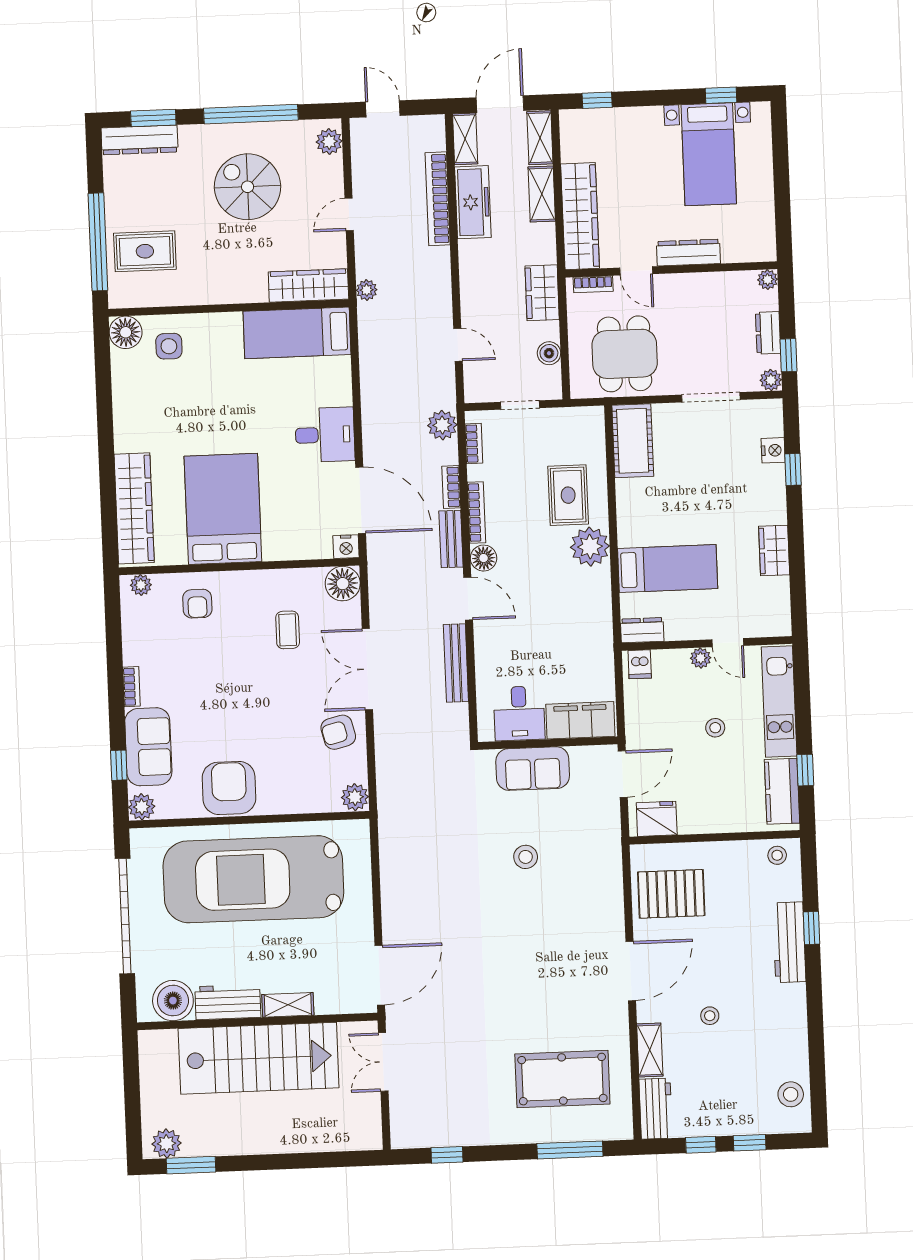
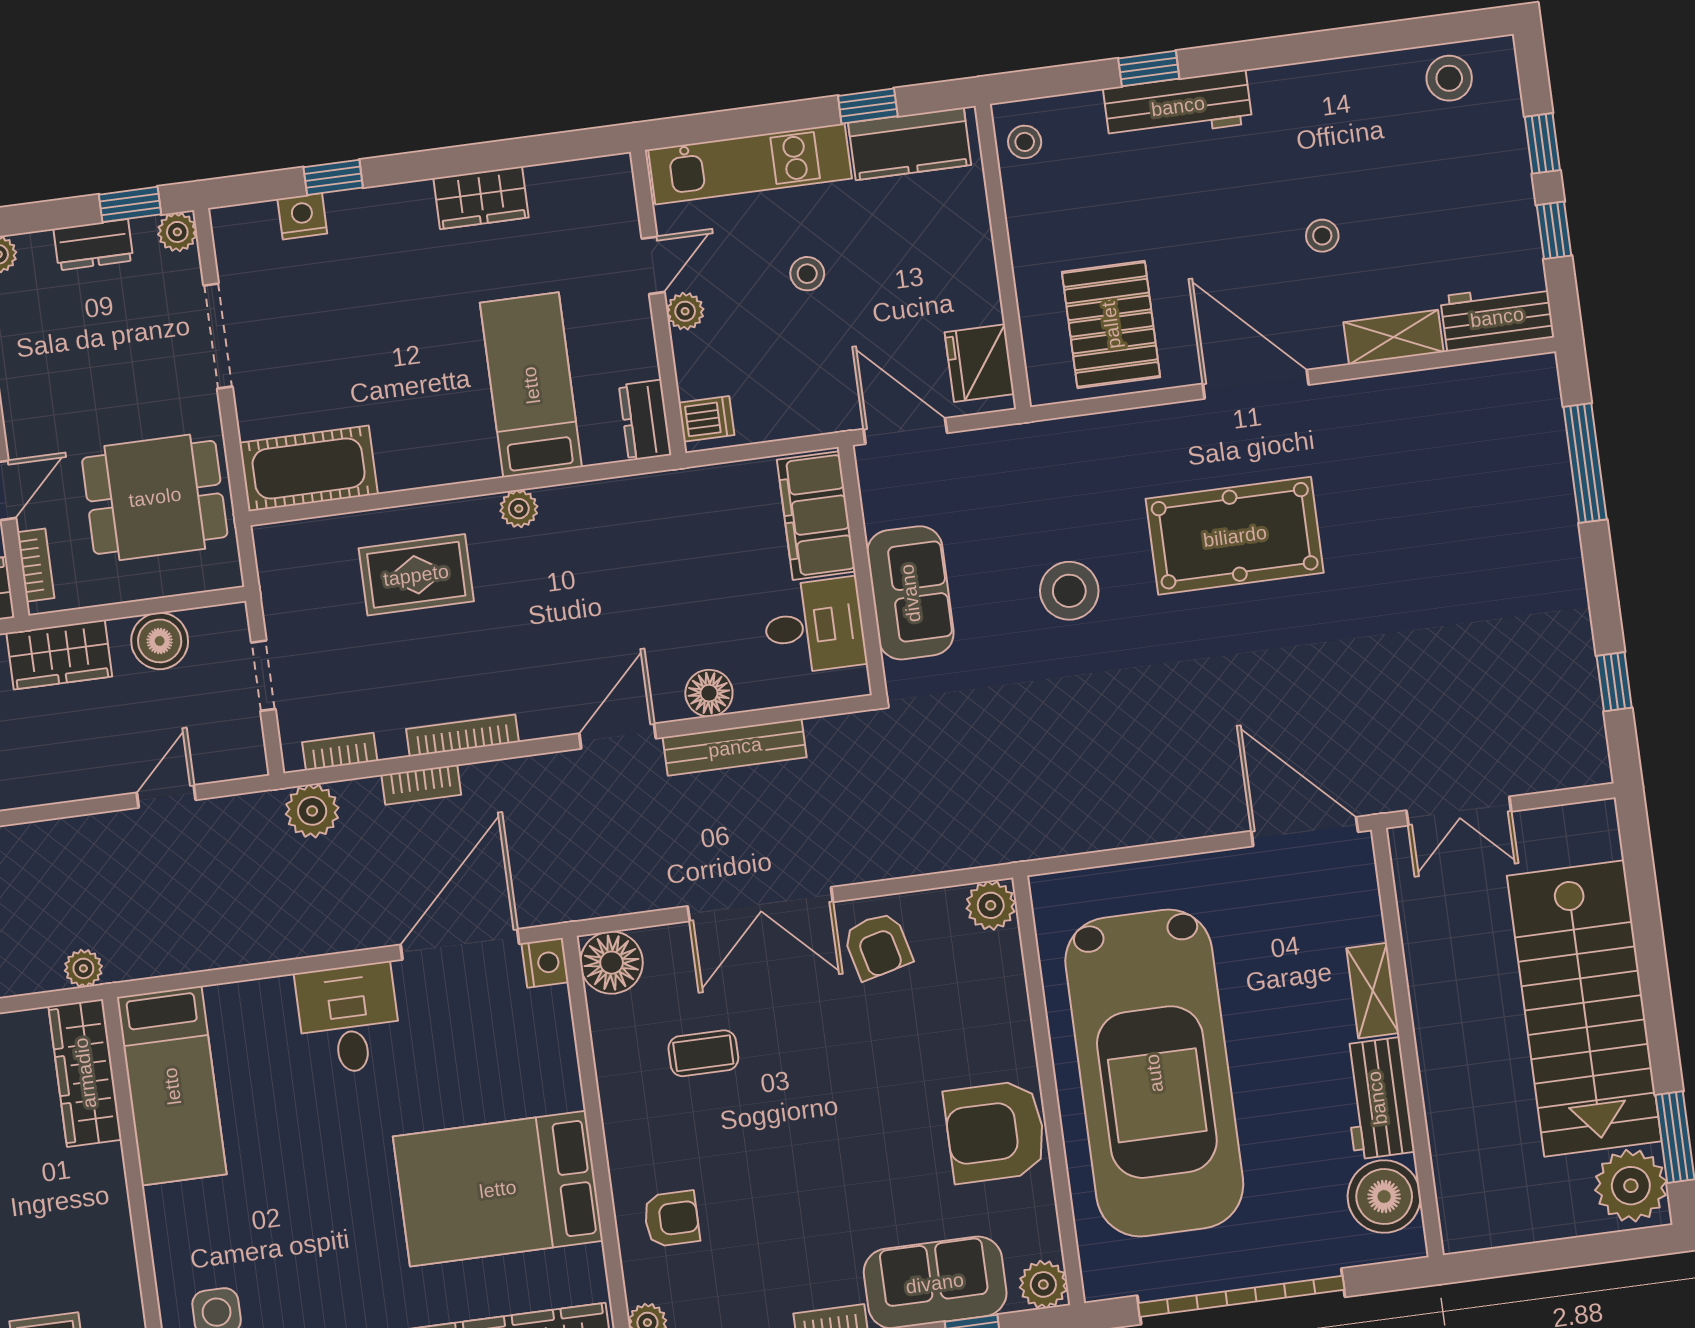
boiler: (549, 353) -> (160, 641), width x1.36, depth x1.36
bench: (451, 539) -> (514, 777), removed
plant: (590, 547) -> (519, 509), width x0.53, depth x0.53
floor lamp: (484, 558) -> (709, 693), moved
stool: (526, 857) -> (1069, 591), width x1.38, depth x1.38
stairs: (259, 1058) -> (1584, 1008), moved, turned 180
pool table: (562, 1079) -> (1235, 536), moved, turned 90
plant: (166, 1144) -> (1631, 1186), width x1.36, depth x1.36

